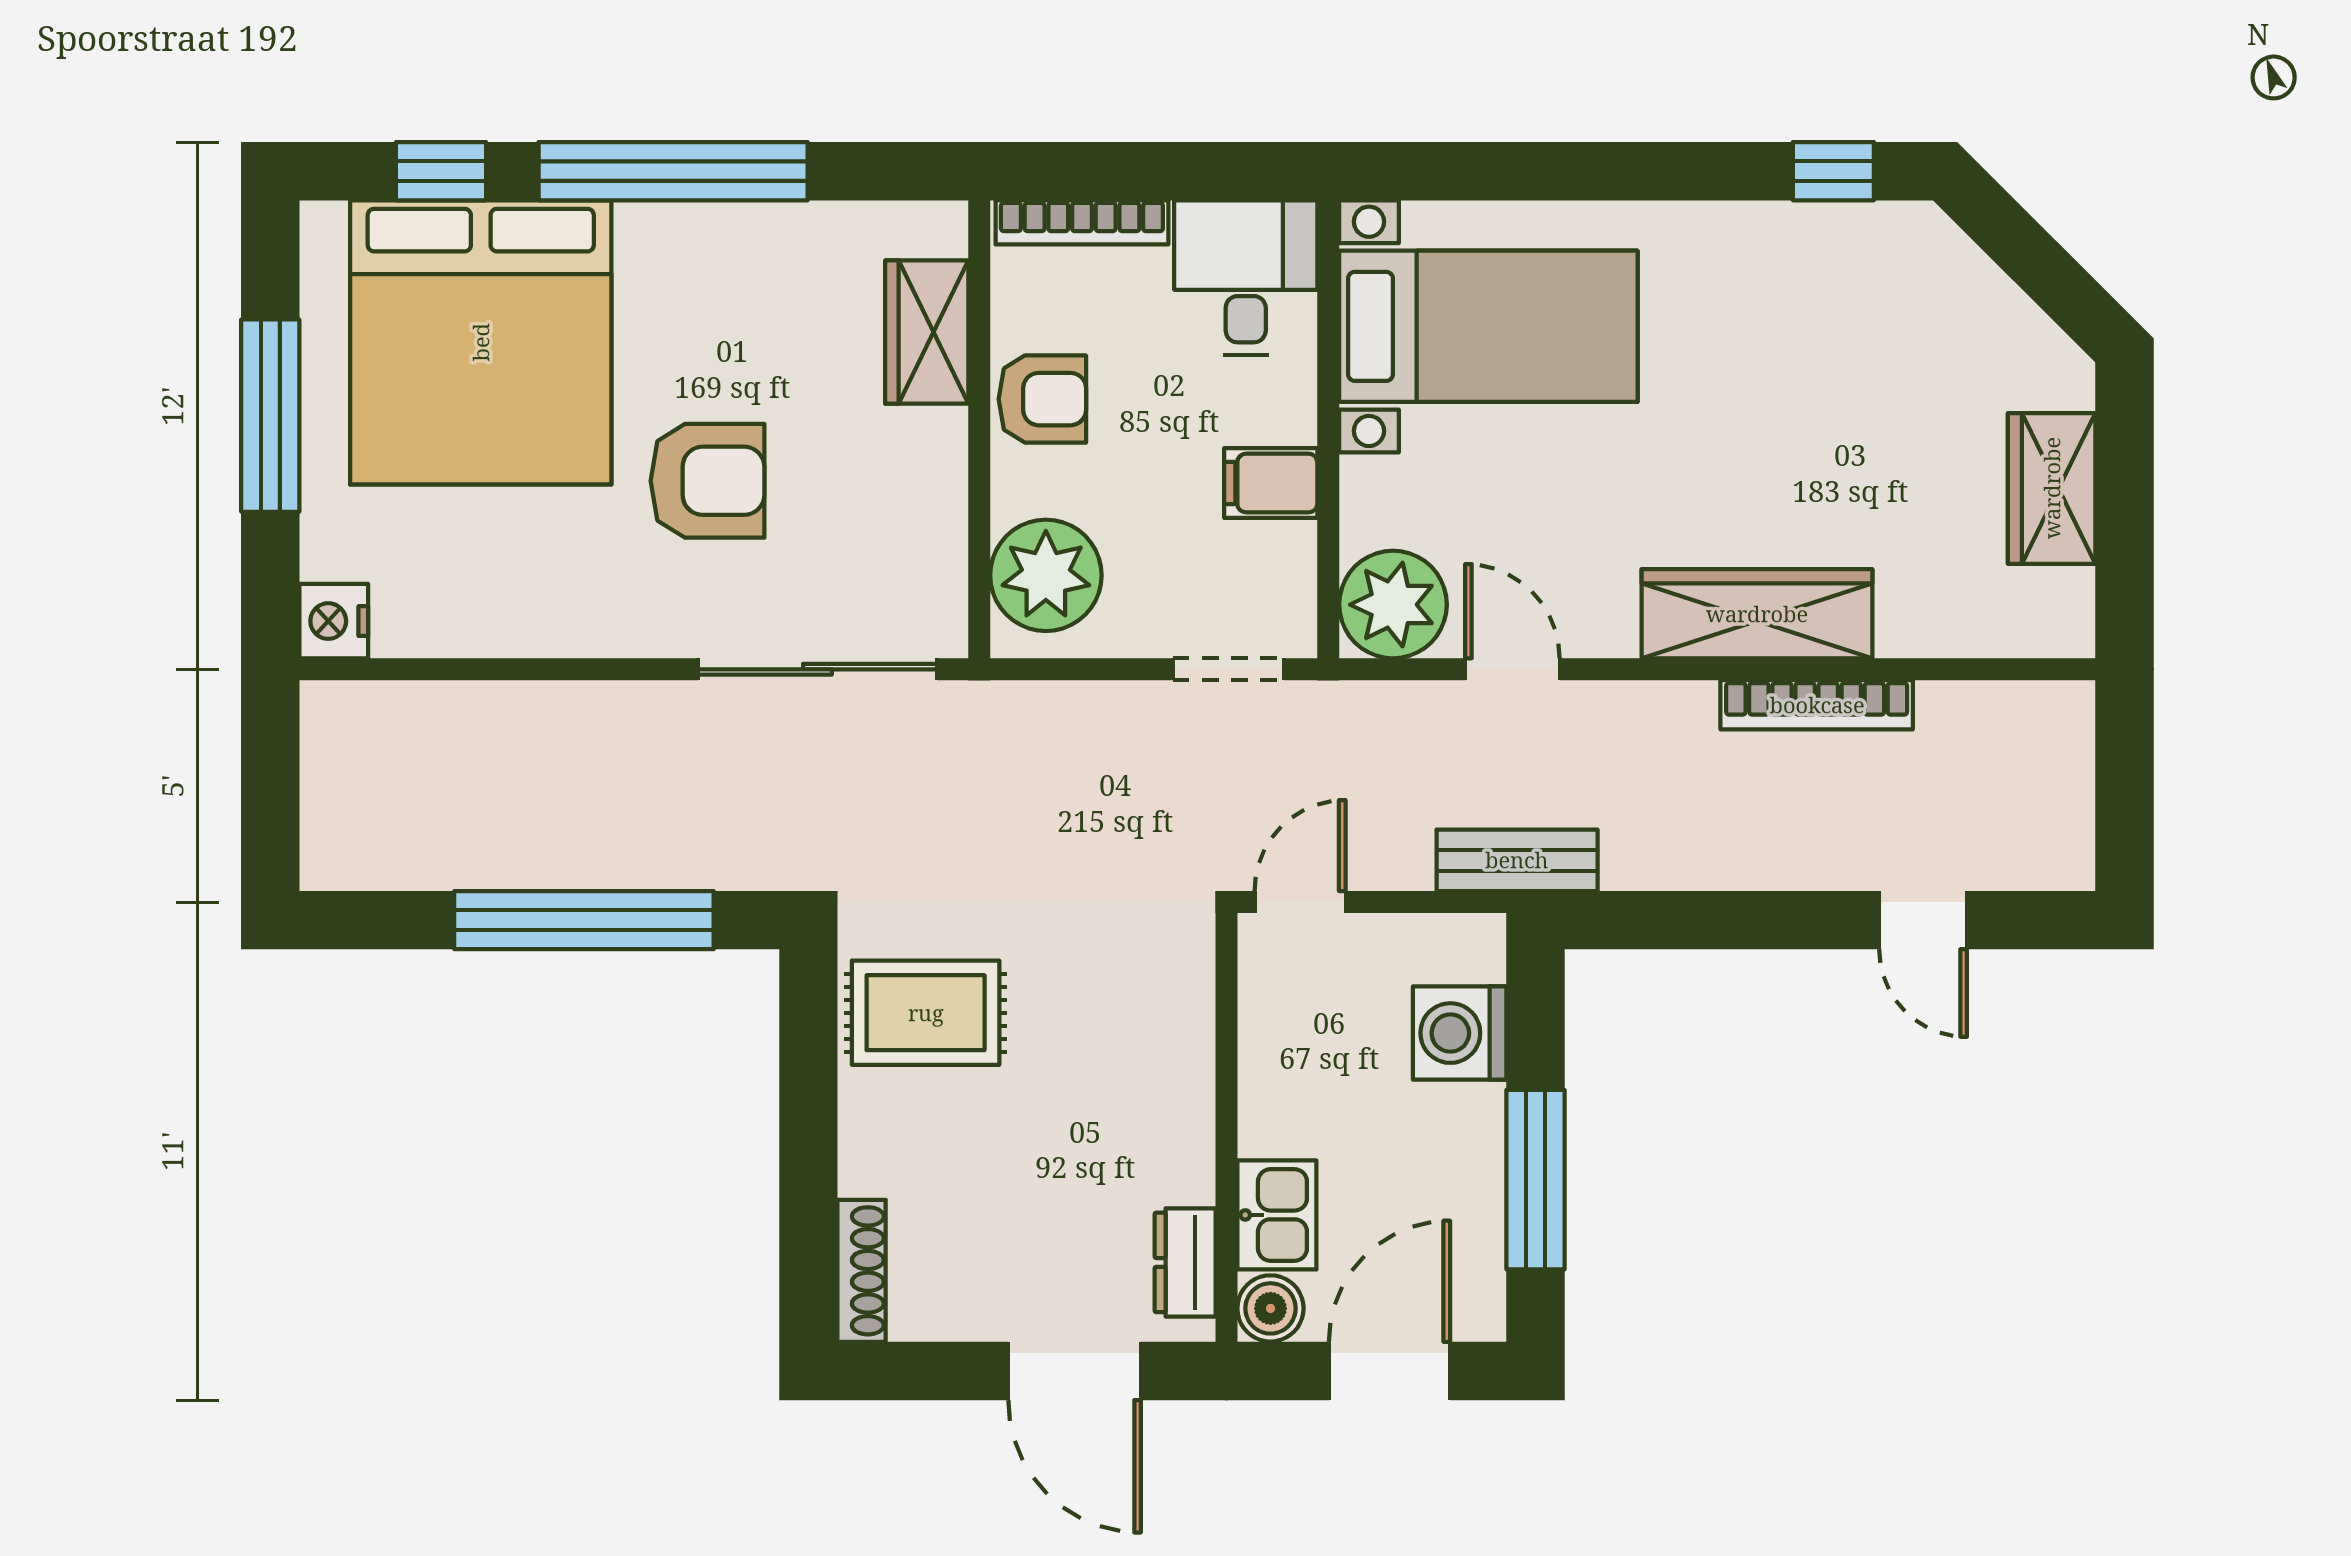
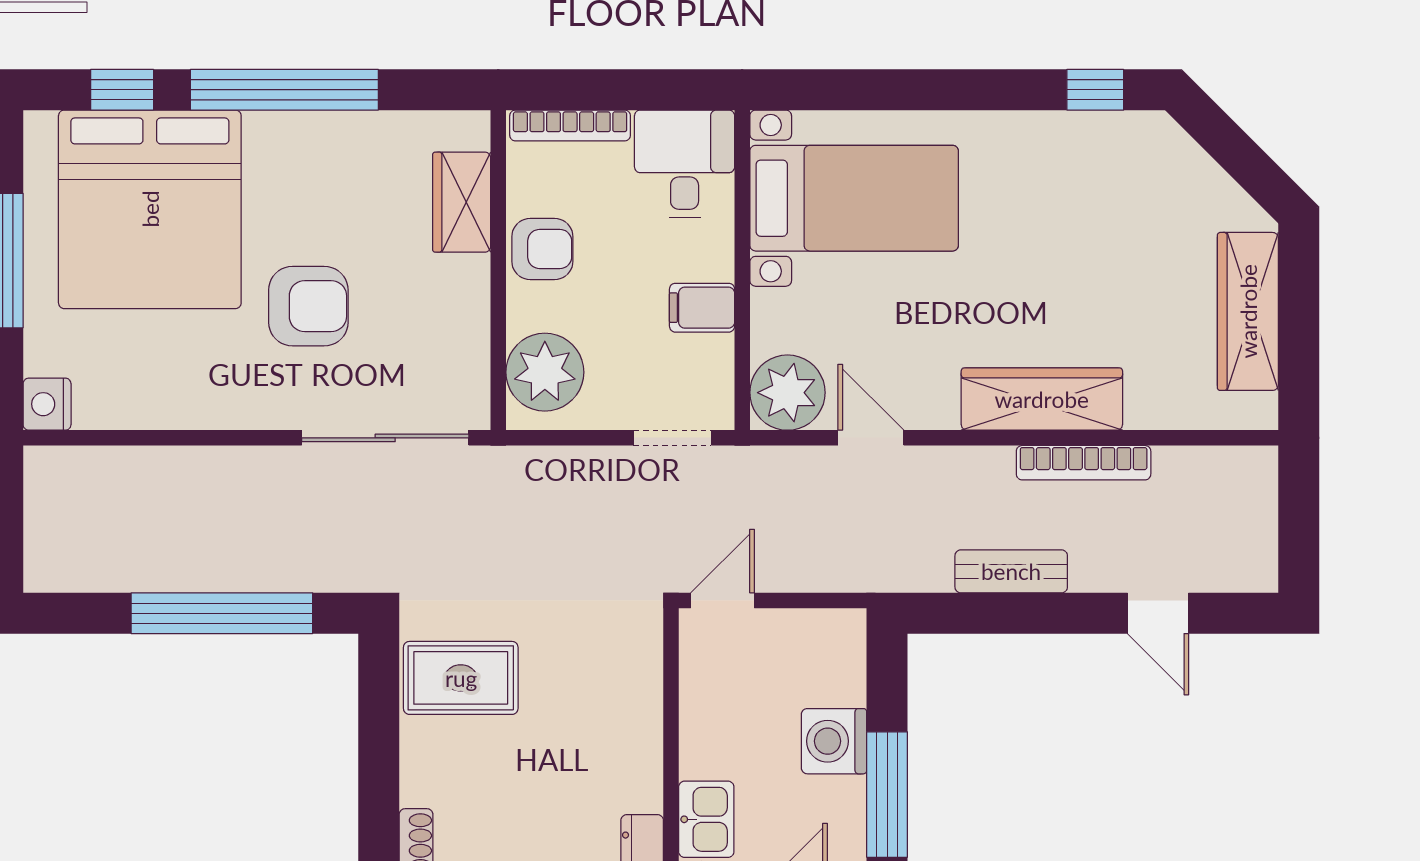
wardrobe: (2052, 488) -> (1248, 311), width x1.50
bench: (1517, 860) -> (1011, 571), moved
washing machine: (1460, 1033) -> (834, 741), moved

